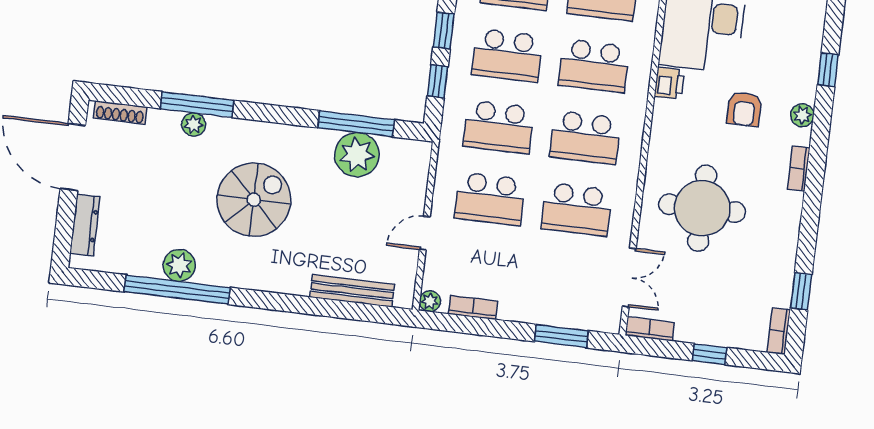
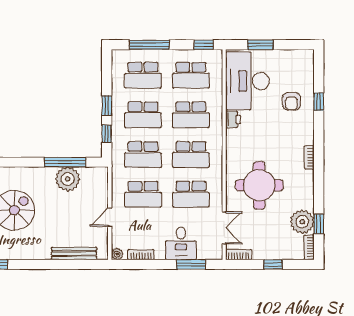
armchair: (744, 109) -> (292, 101), moved
plant: (802, 115) -> (302, 222), moved, width x1.88, depth x1.88
desk: (548, 296) -> (181, 243), added

